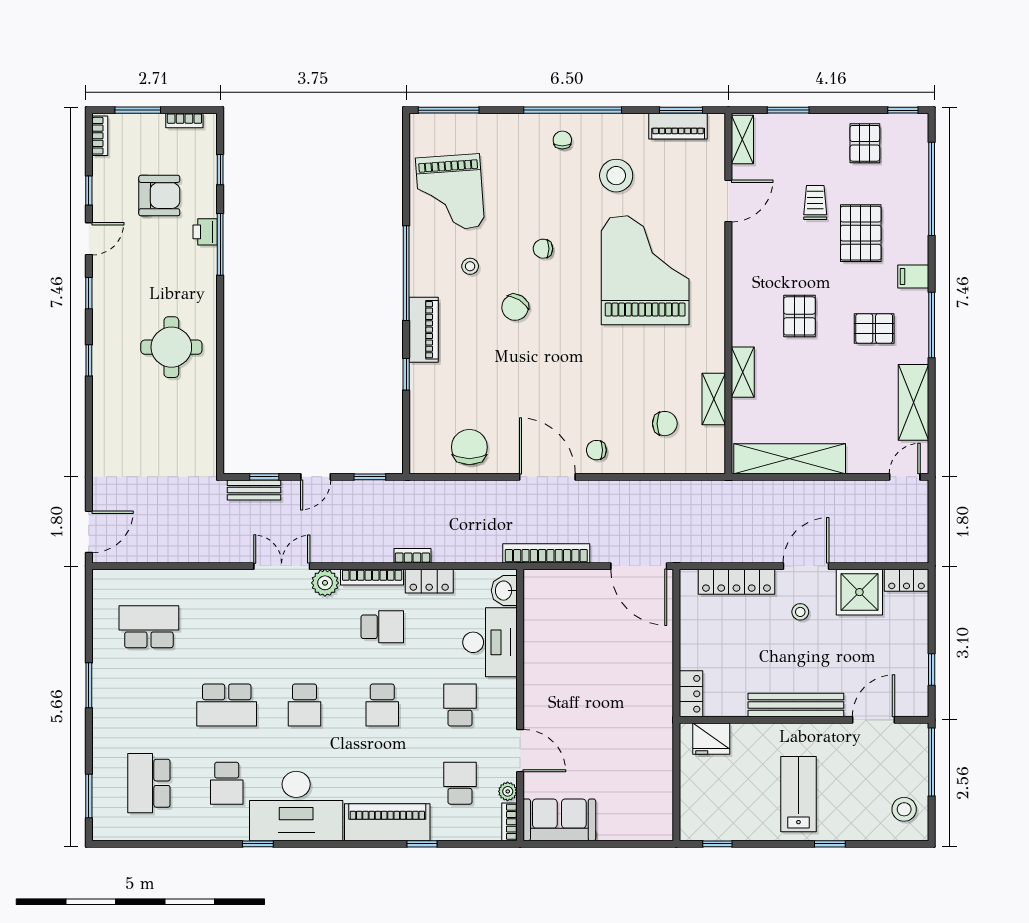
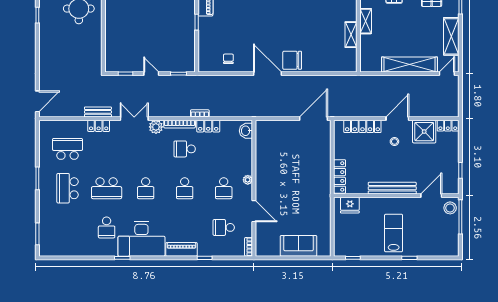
chair: (665, 424) -> (326, 47), removed
chair: (469, 447) -> (228, 59), width x0.54, depth x0.54
chair: (596, 450) -> (292, 60), width x1.87, depth x1.87
shelving: (790, 459) -> (410, 65), moved
door: (316, 477) -> (151, 74), swing flipped
bench: (254, 490) -> (98, 112), moved
bookcase: (546, 553) -> (267, 112), removed
door: (639, 566) -> (313, 119), swing flipped
locker: (211, 581) -> (99, 126), added
school desk: (382, 627) -> (185, 149), turned 180
desk: (490, 642) -> (239, 157), removed
locker: (691, 694) -> (340, 176), width x1.53
school desk: (460, 705) -> (224, 188), turned 180
school desk: (149, 783) -> (68, 188), moved
school desk: (460, 783) -> (224, 227), turned -90
plant: (508, 791) -> (248, 180), moved
stool: (904, 809) -> (450, 208), moved
sofa: (559, 820) -> (299, 246), moved
piano: (387, 822) -> (181, 249), width x0.73, depth x0.75

